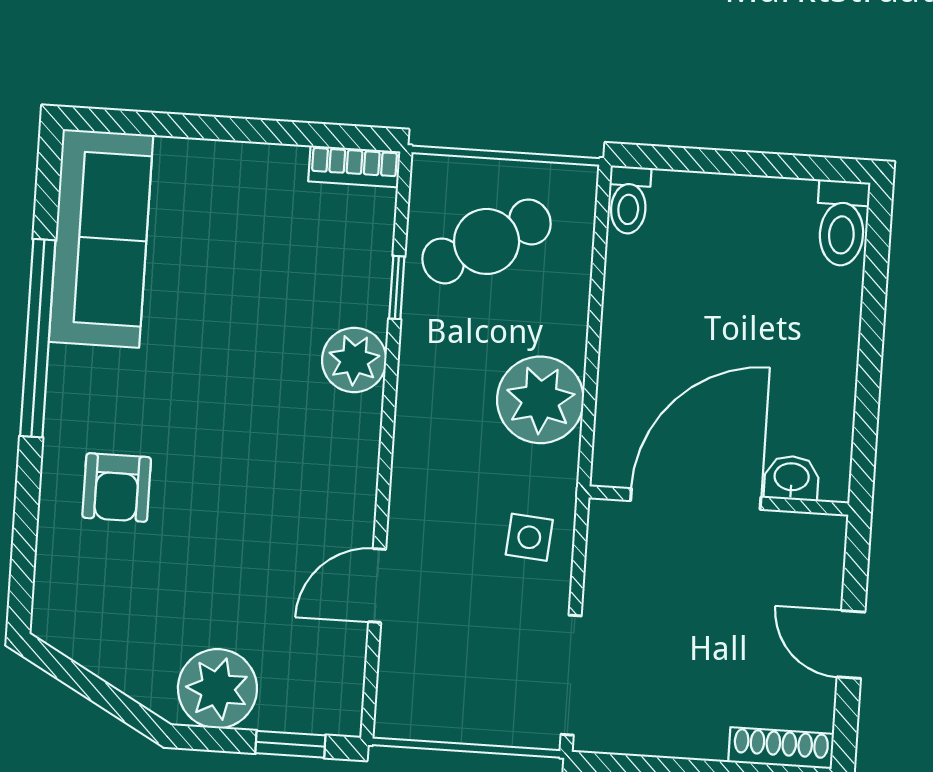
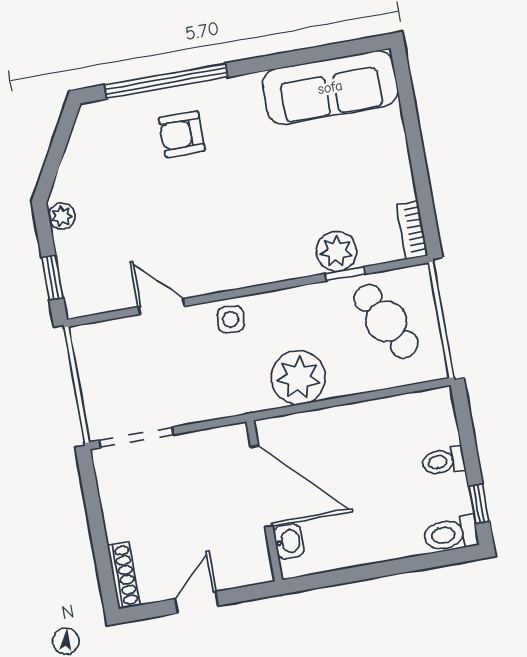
window: (807, 167) -> (479, 504), added
toilet: (629, 200) -> (443, 461), moved
window: (38, 338) -> (166, 81), moved
plant: (354, 360) -> (336, 251), moved
side table: (529, 537) -> (231, 319), moved
plant: (217, 689) -> (62, 216), width x0.53, depth x0.53

